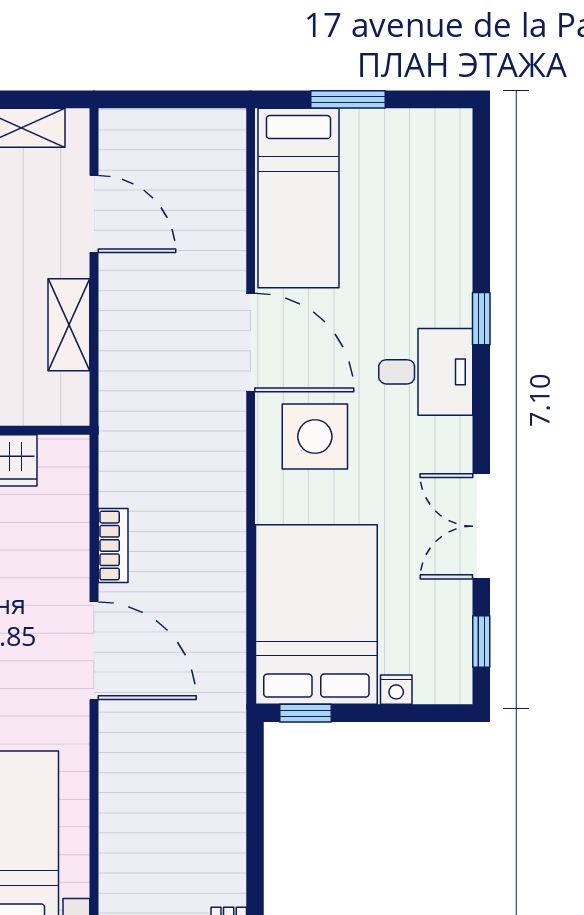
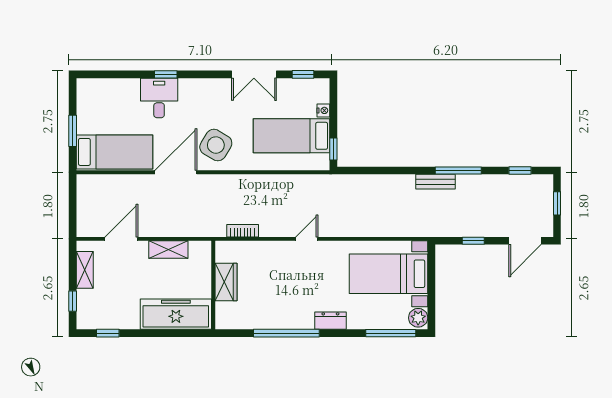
desk: (426, 372) -> (159, 98), moved
side table: (315, 437) -> (216, 145), turned 31
bookcase: (113, 546) -> (243, 231), moved
bed: (316, 615) -> (291, 136), width x0.67
door: (94, 651) -> (307, 239), width x0.53

